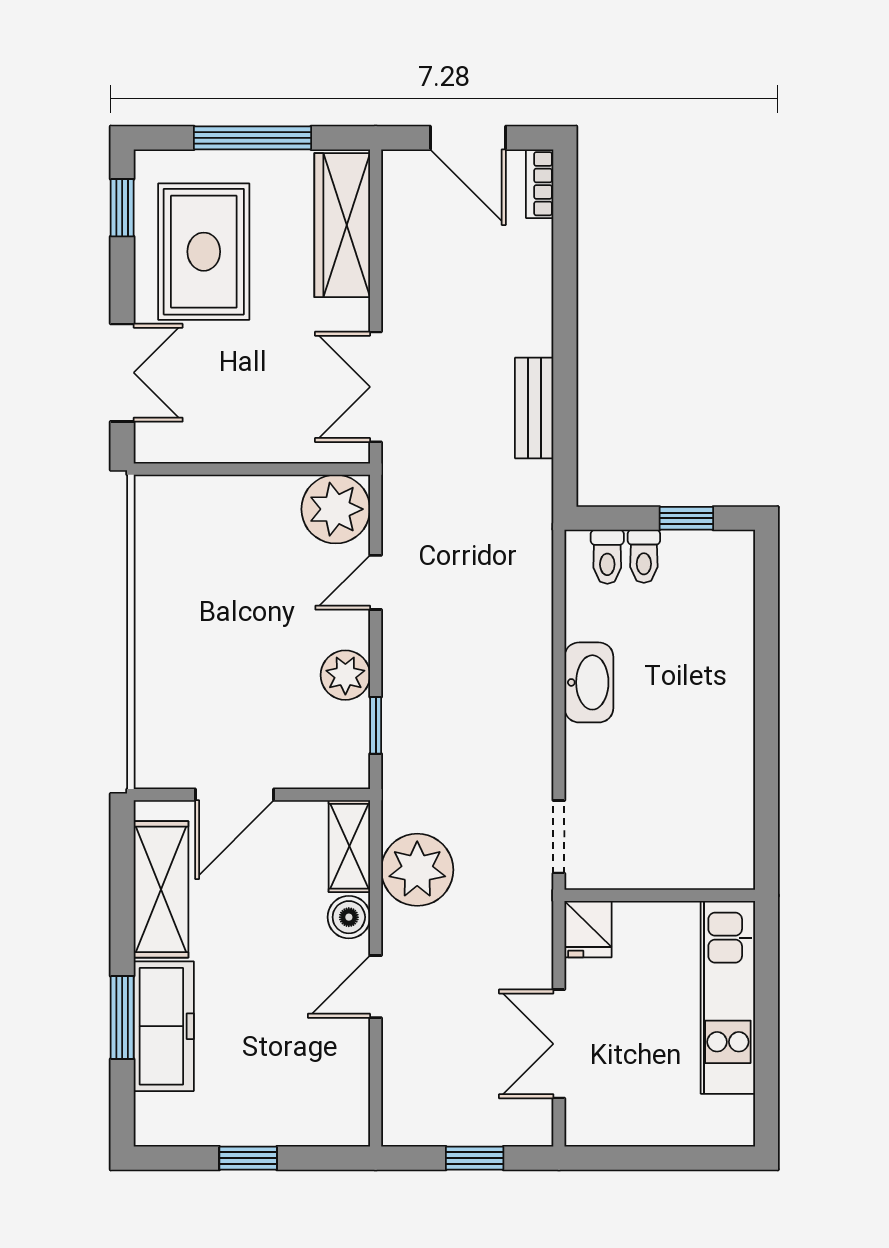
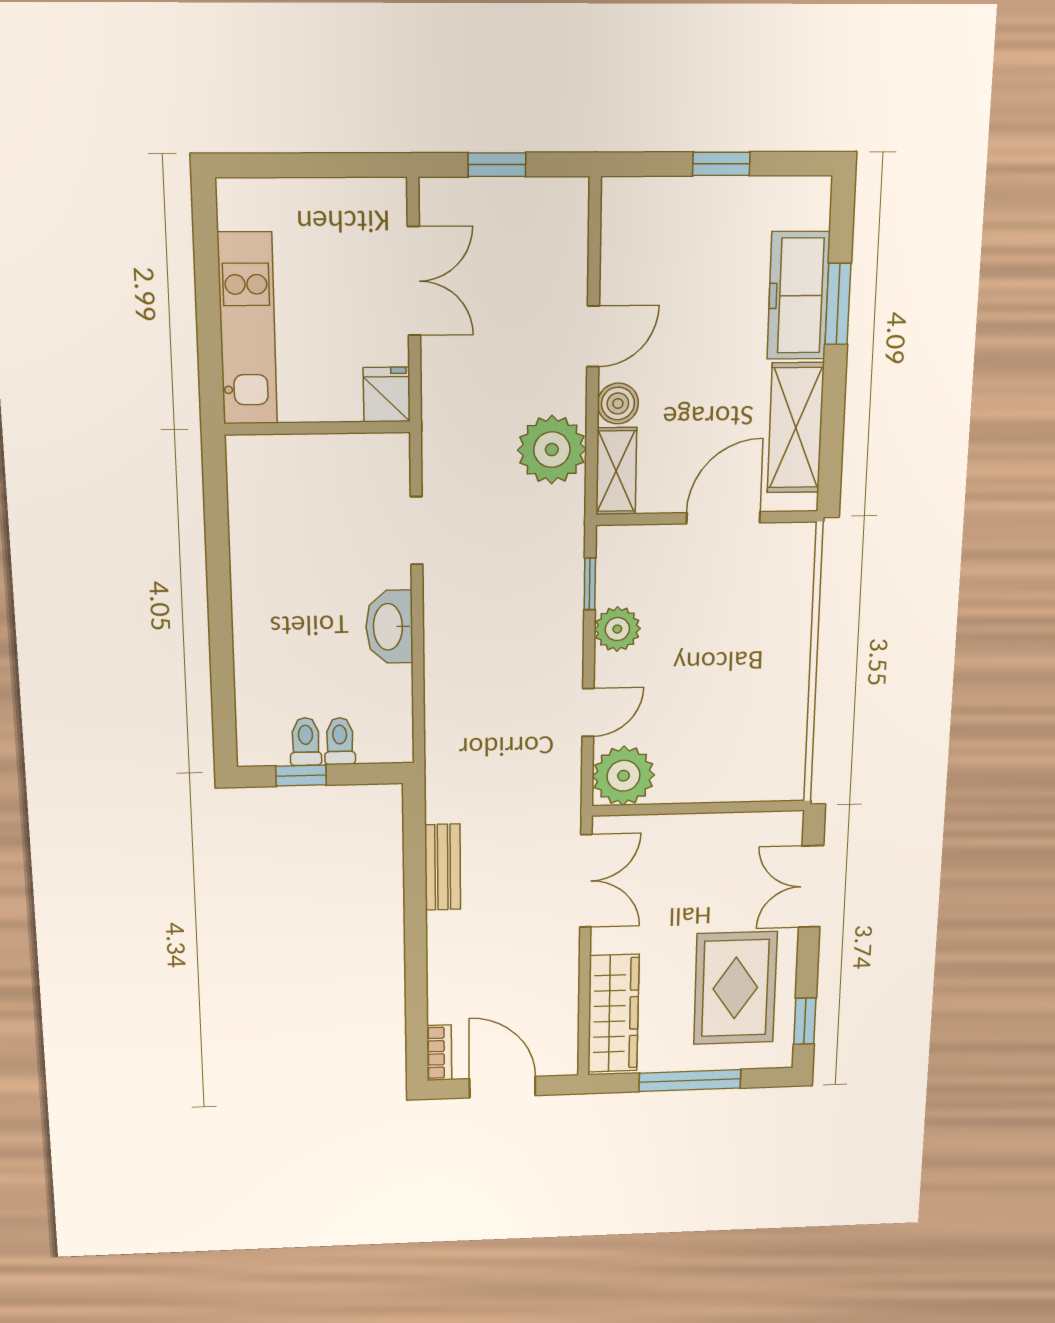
toilet: (607, 557) -> (306, 742), moved
doorway: (559, 837) -> (417, 531), moved

